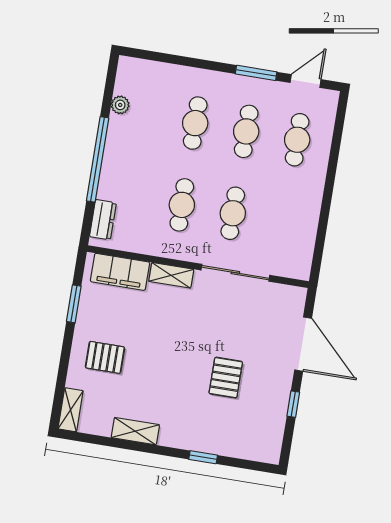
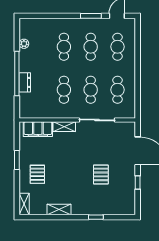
dresser: (103, 220) -> (25, 82), moved
cafe table: (284, 222) -> (117, 90), added
window: (74, 304) -> (17, 160), moved
pallet: (105, 357) -> (37, 174), turned 90

